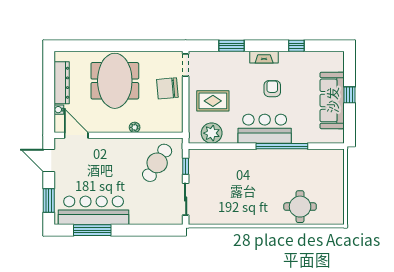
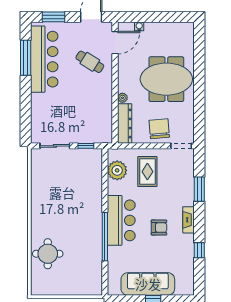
dresser: (62, 83) -> (125, 124), moved, turned -90
cafe table: (157, 163) -> (90, 62), moved, width x0.73, depth x0.74

